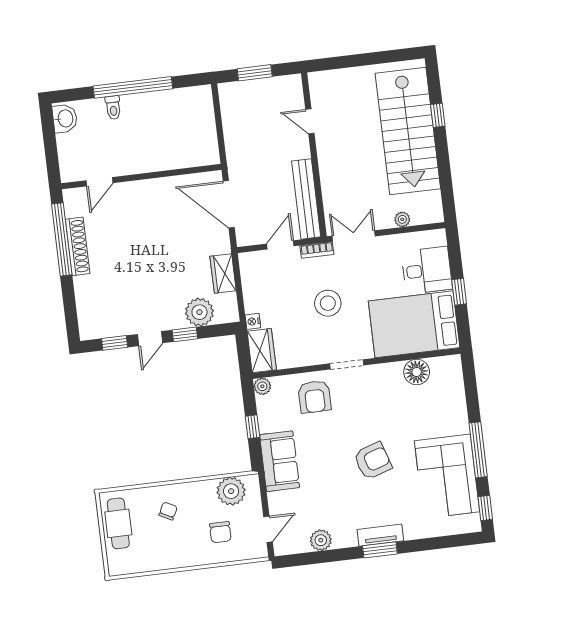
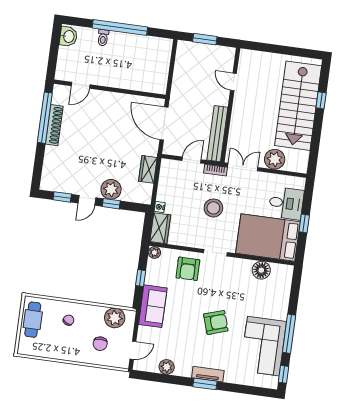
plant: (402, 219) -> (275, 159), width x1.87, depth x1.87
plant: (199, 312) -> (111, 189), moved

